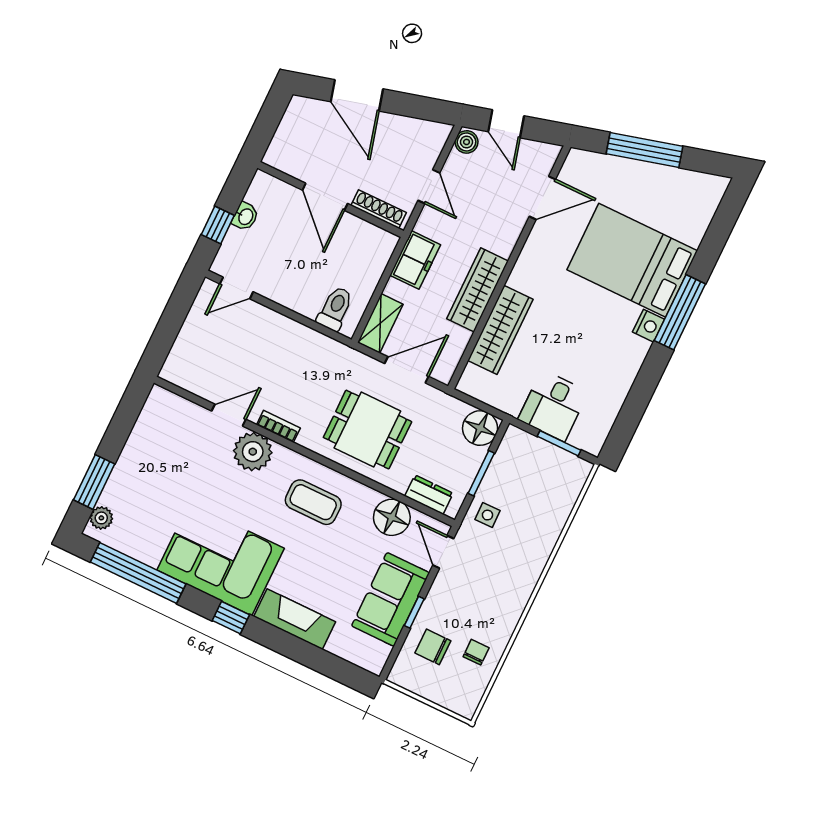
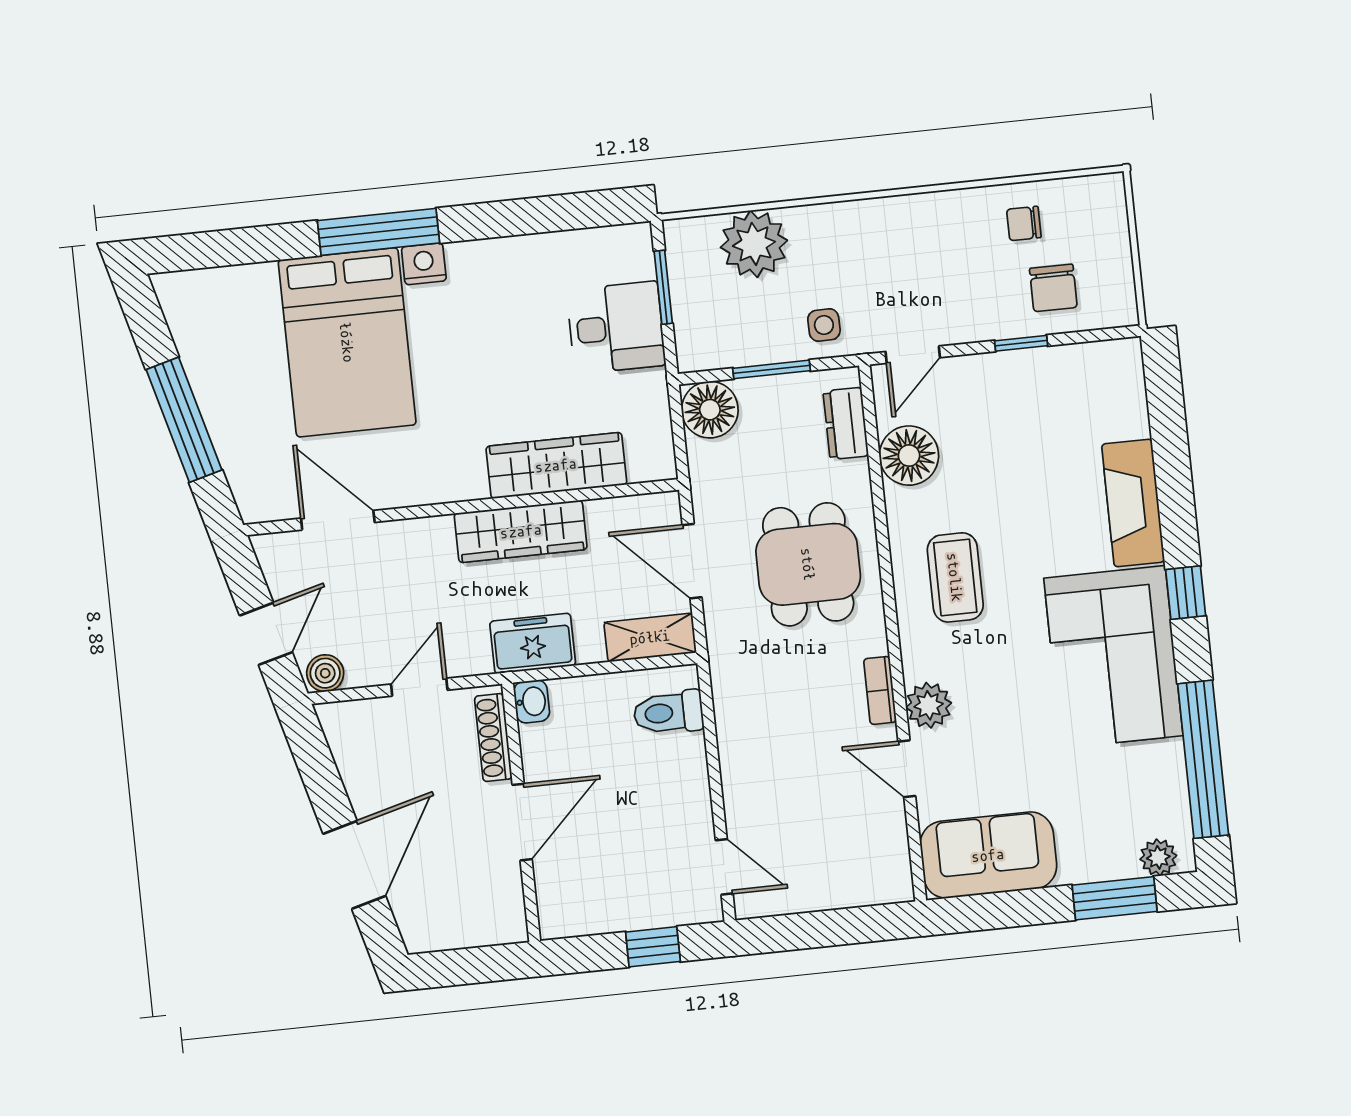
washbasin: (245, 216) -> (532, 701), moved, turned 90
plant: (253, 452) -> (929, 705), width x0.73, depth x0.73
plant: (552, 505) -> (754, 244), added
sofa: (391, 599) -> (988, 855), moved, turned 180

